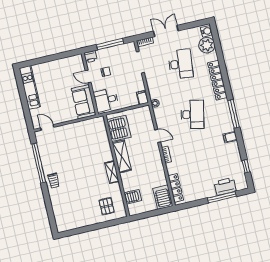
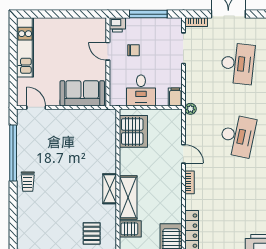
desk: (106, 100) -> (141, 90), moved, turned -90
sofa: (84, 102) -> (82, 93), moved, turned 90
shelving: (122, 156) -> (128, 198), moved

